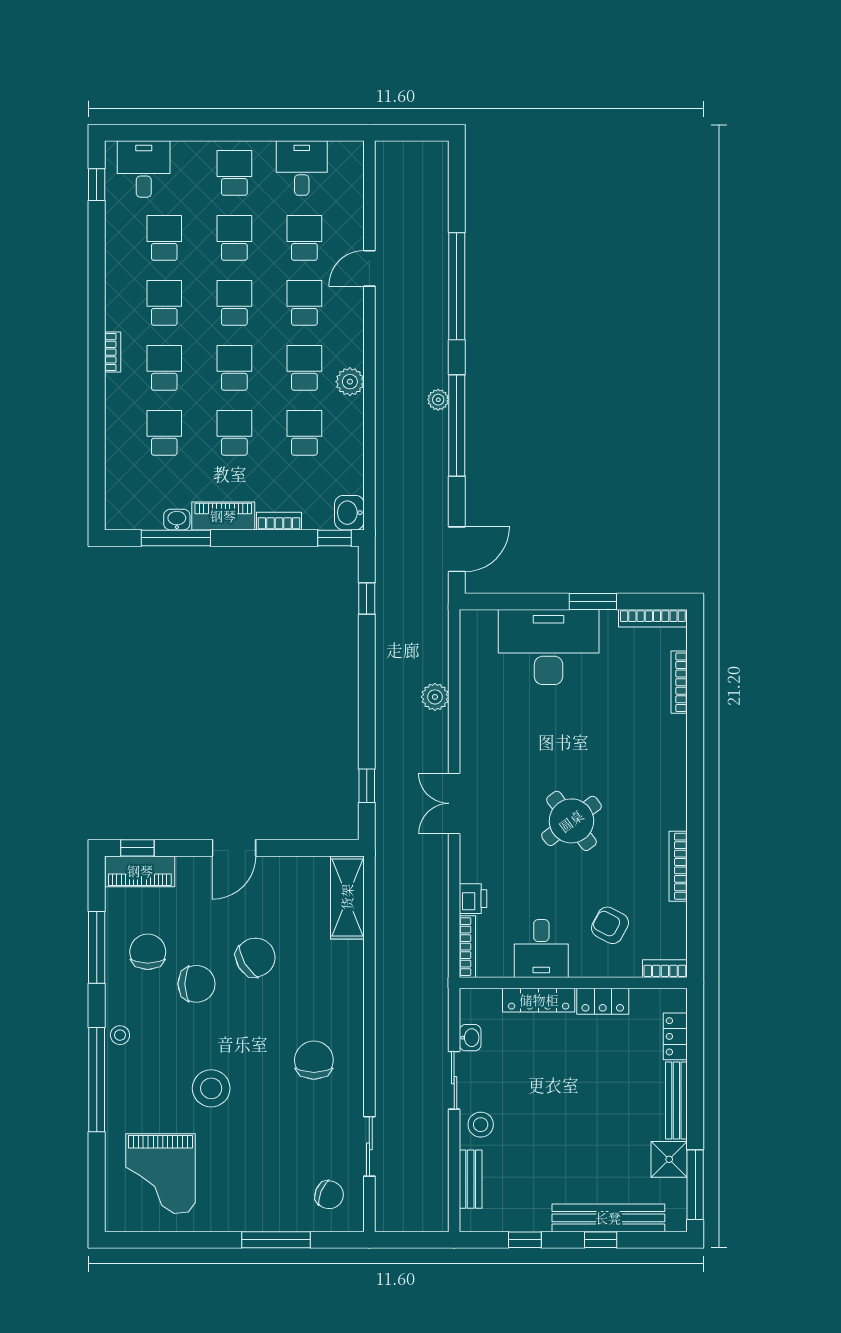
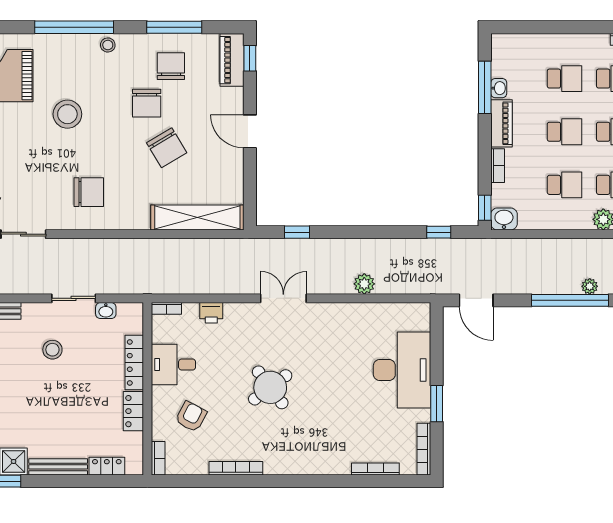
shelving: (347, 897) -> (197, 217), width x1.47
bookcase: (467, 947) -> (166, 308), width x0.64
chair: (148, 952) -> (171, 66), turned -90
stool: (481, 1125) -> (52, 350), moved

